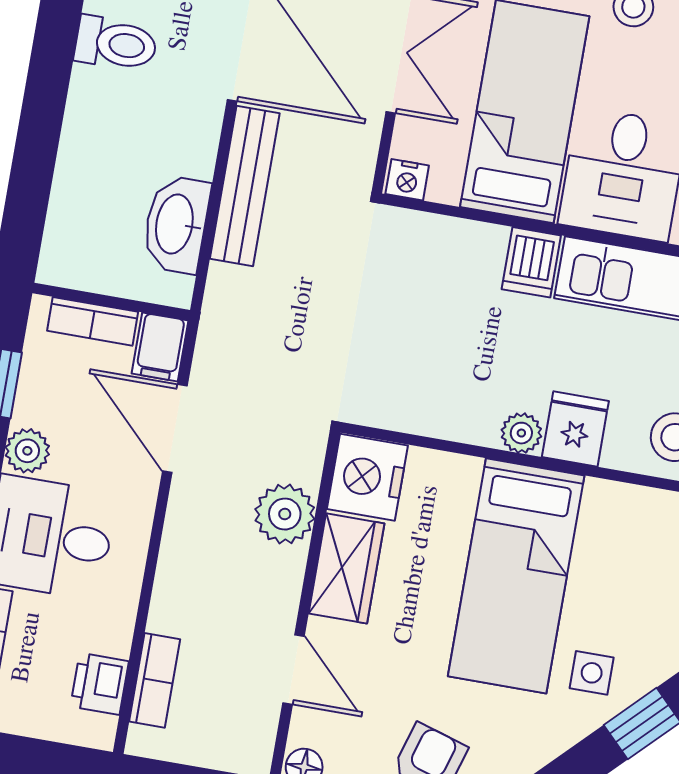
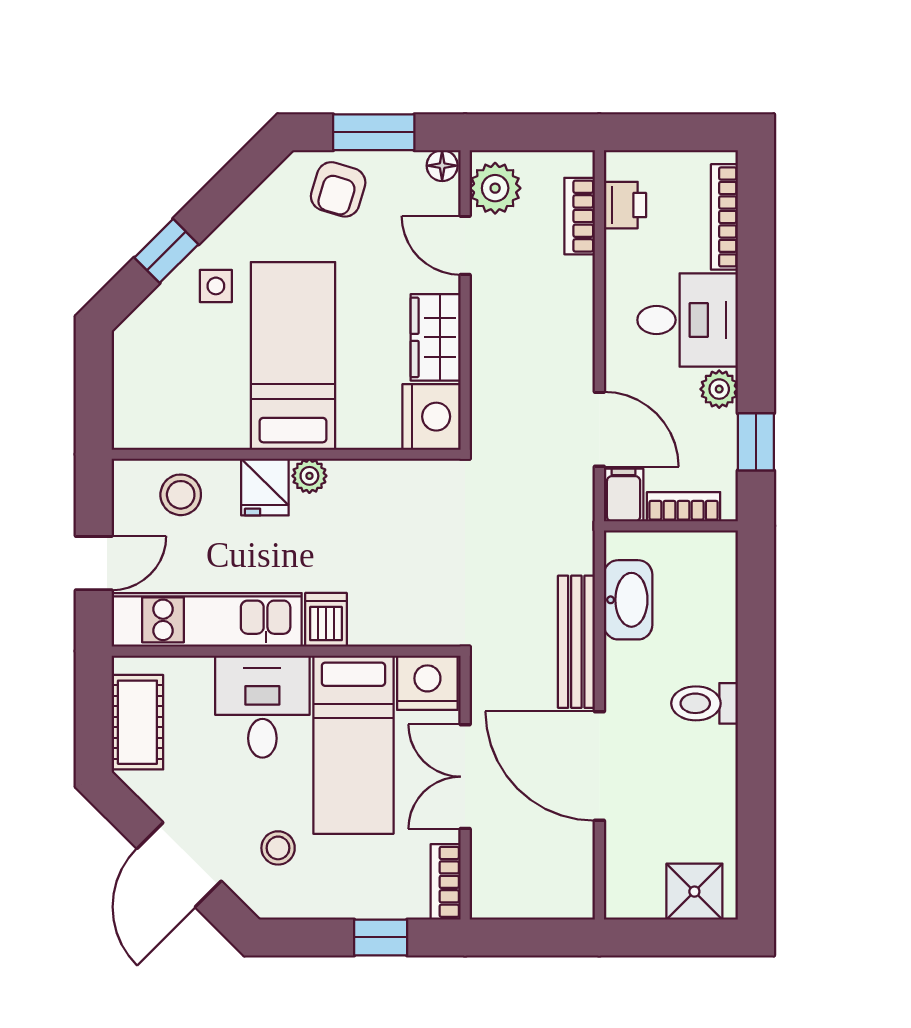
toilet: (116, 44) -> (705, 703), moved
nightstand: (407, 180) -> (427, 683), width x1.89, depth x1.79
plant: (285, 514) -> (495, 188), moved

